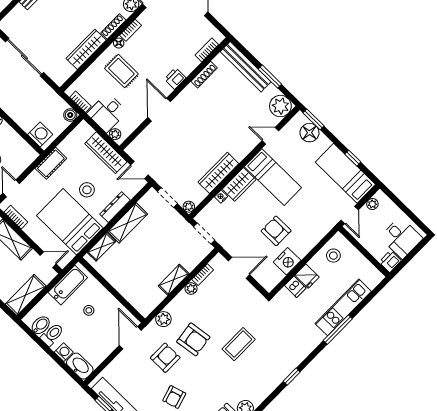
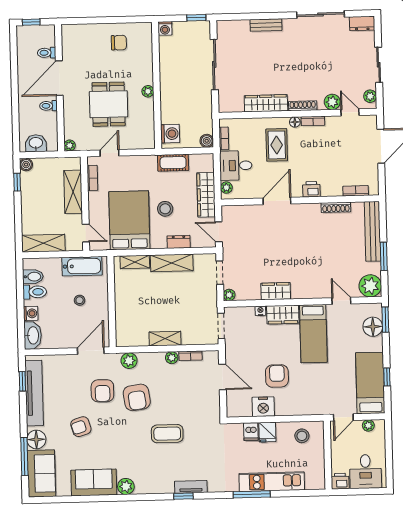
cot: (51, 163) -> (173, 163), moved
wardrobe: (218, 173) -> (276, 291), width x0.67
dresser: (115, 207) -> (179, 242), width x0.70
armchair: (165, 358) -> (102, 391), turned 90
tv unit: (291, 365) -> (191, 487), added

